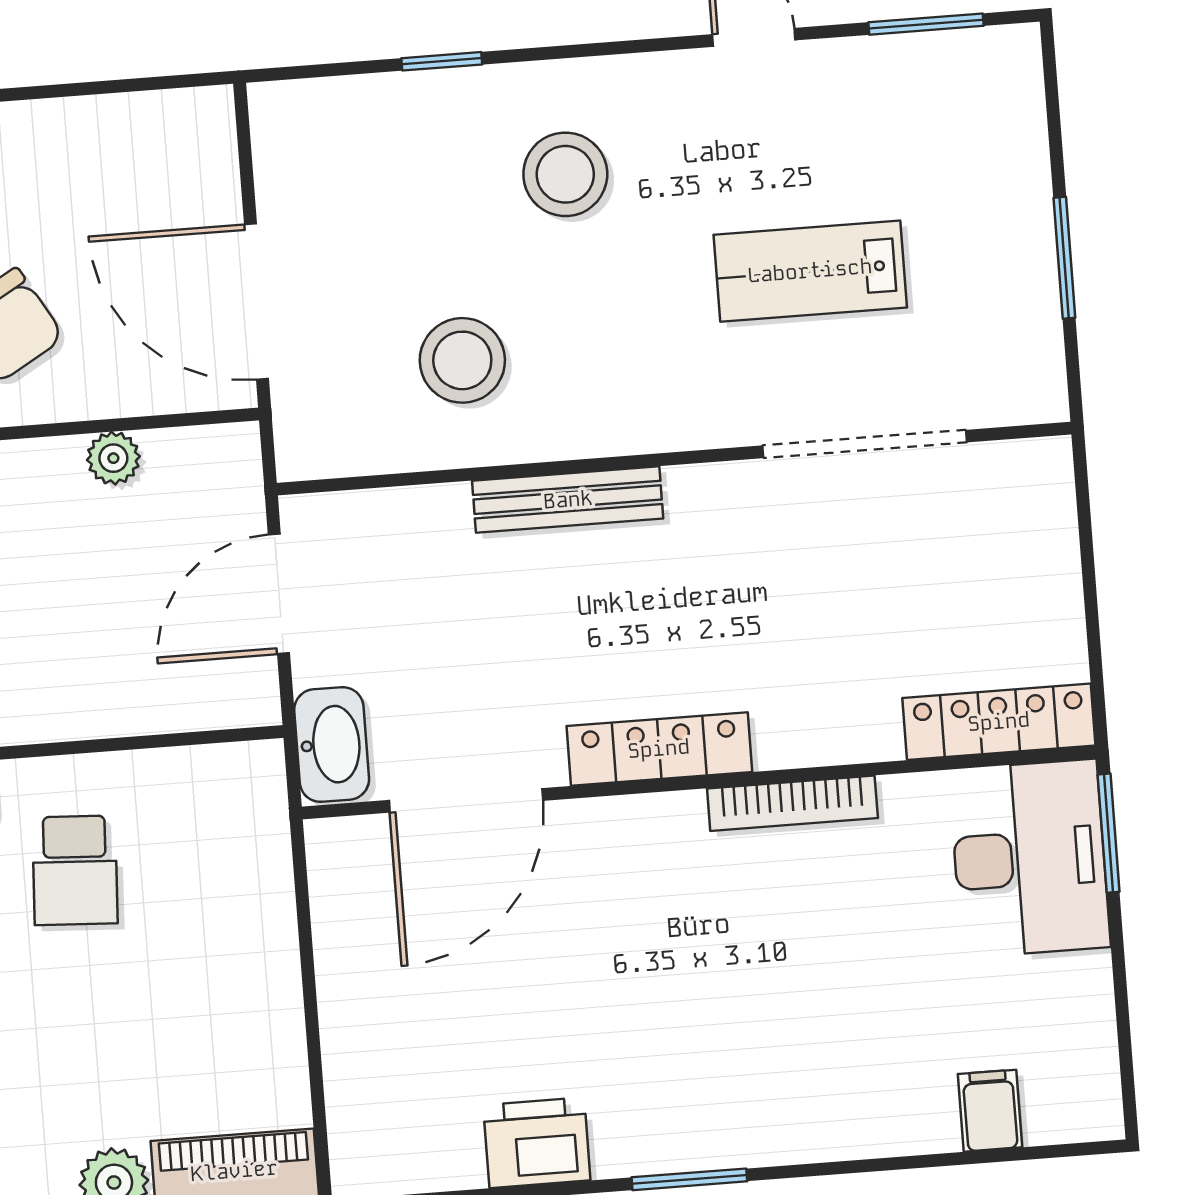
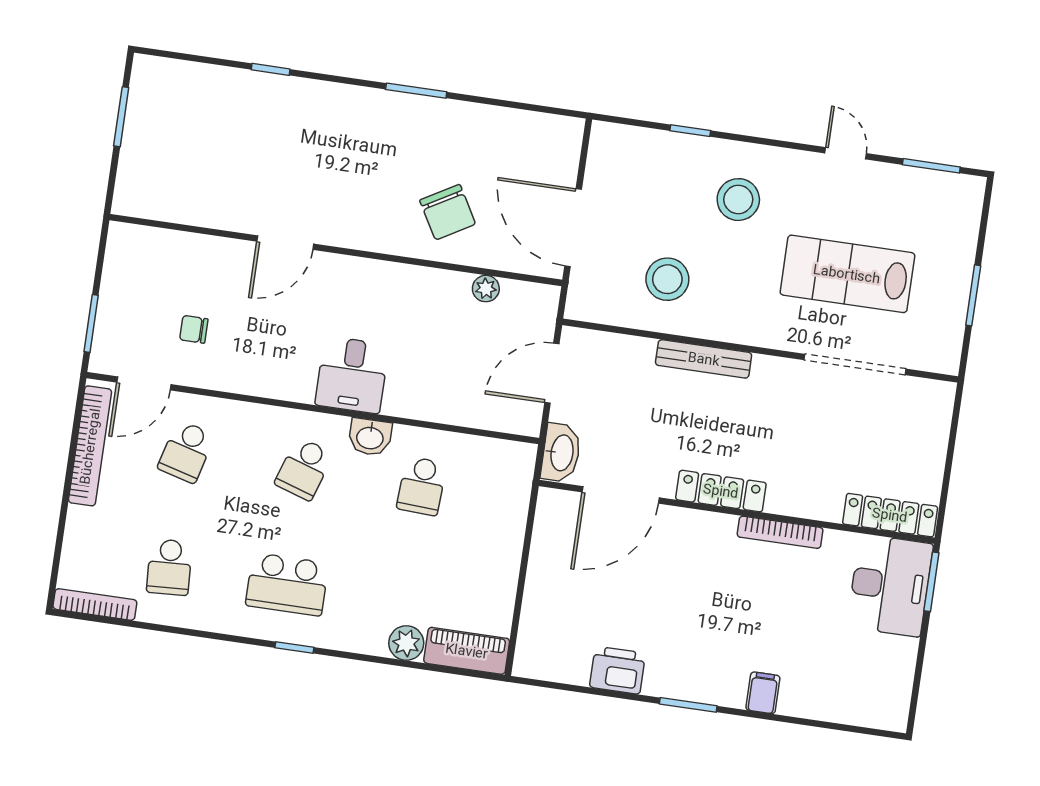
lab bench: (810, 271) -> (847, 274), width x1.36, depth x1.39
filing cabinet: (990, 1111) -> (763, 693), moved

